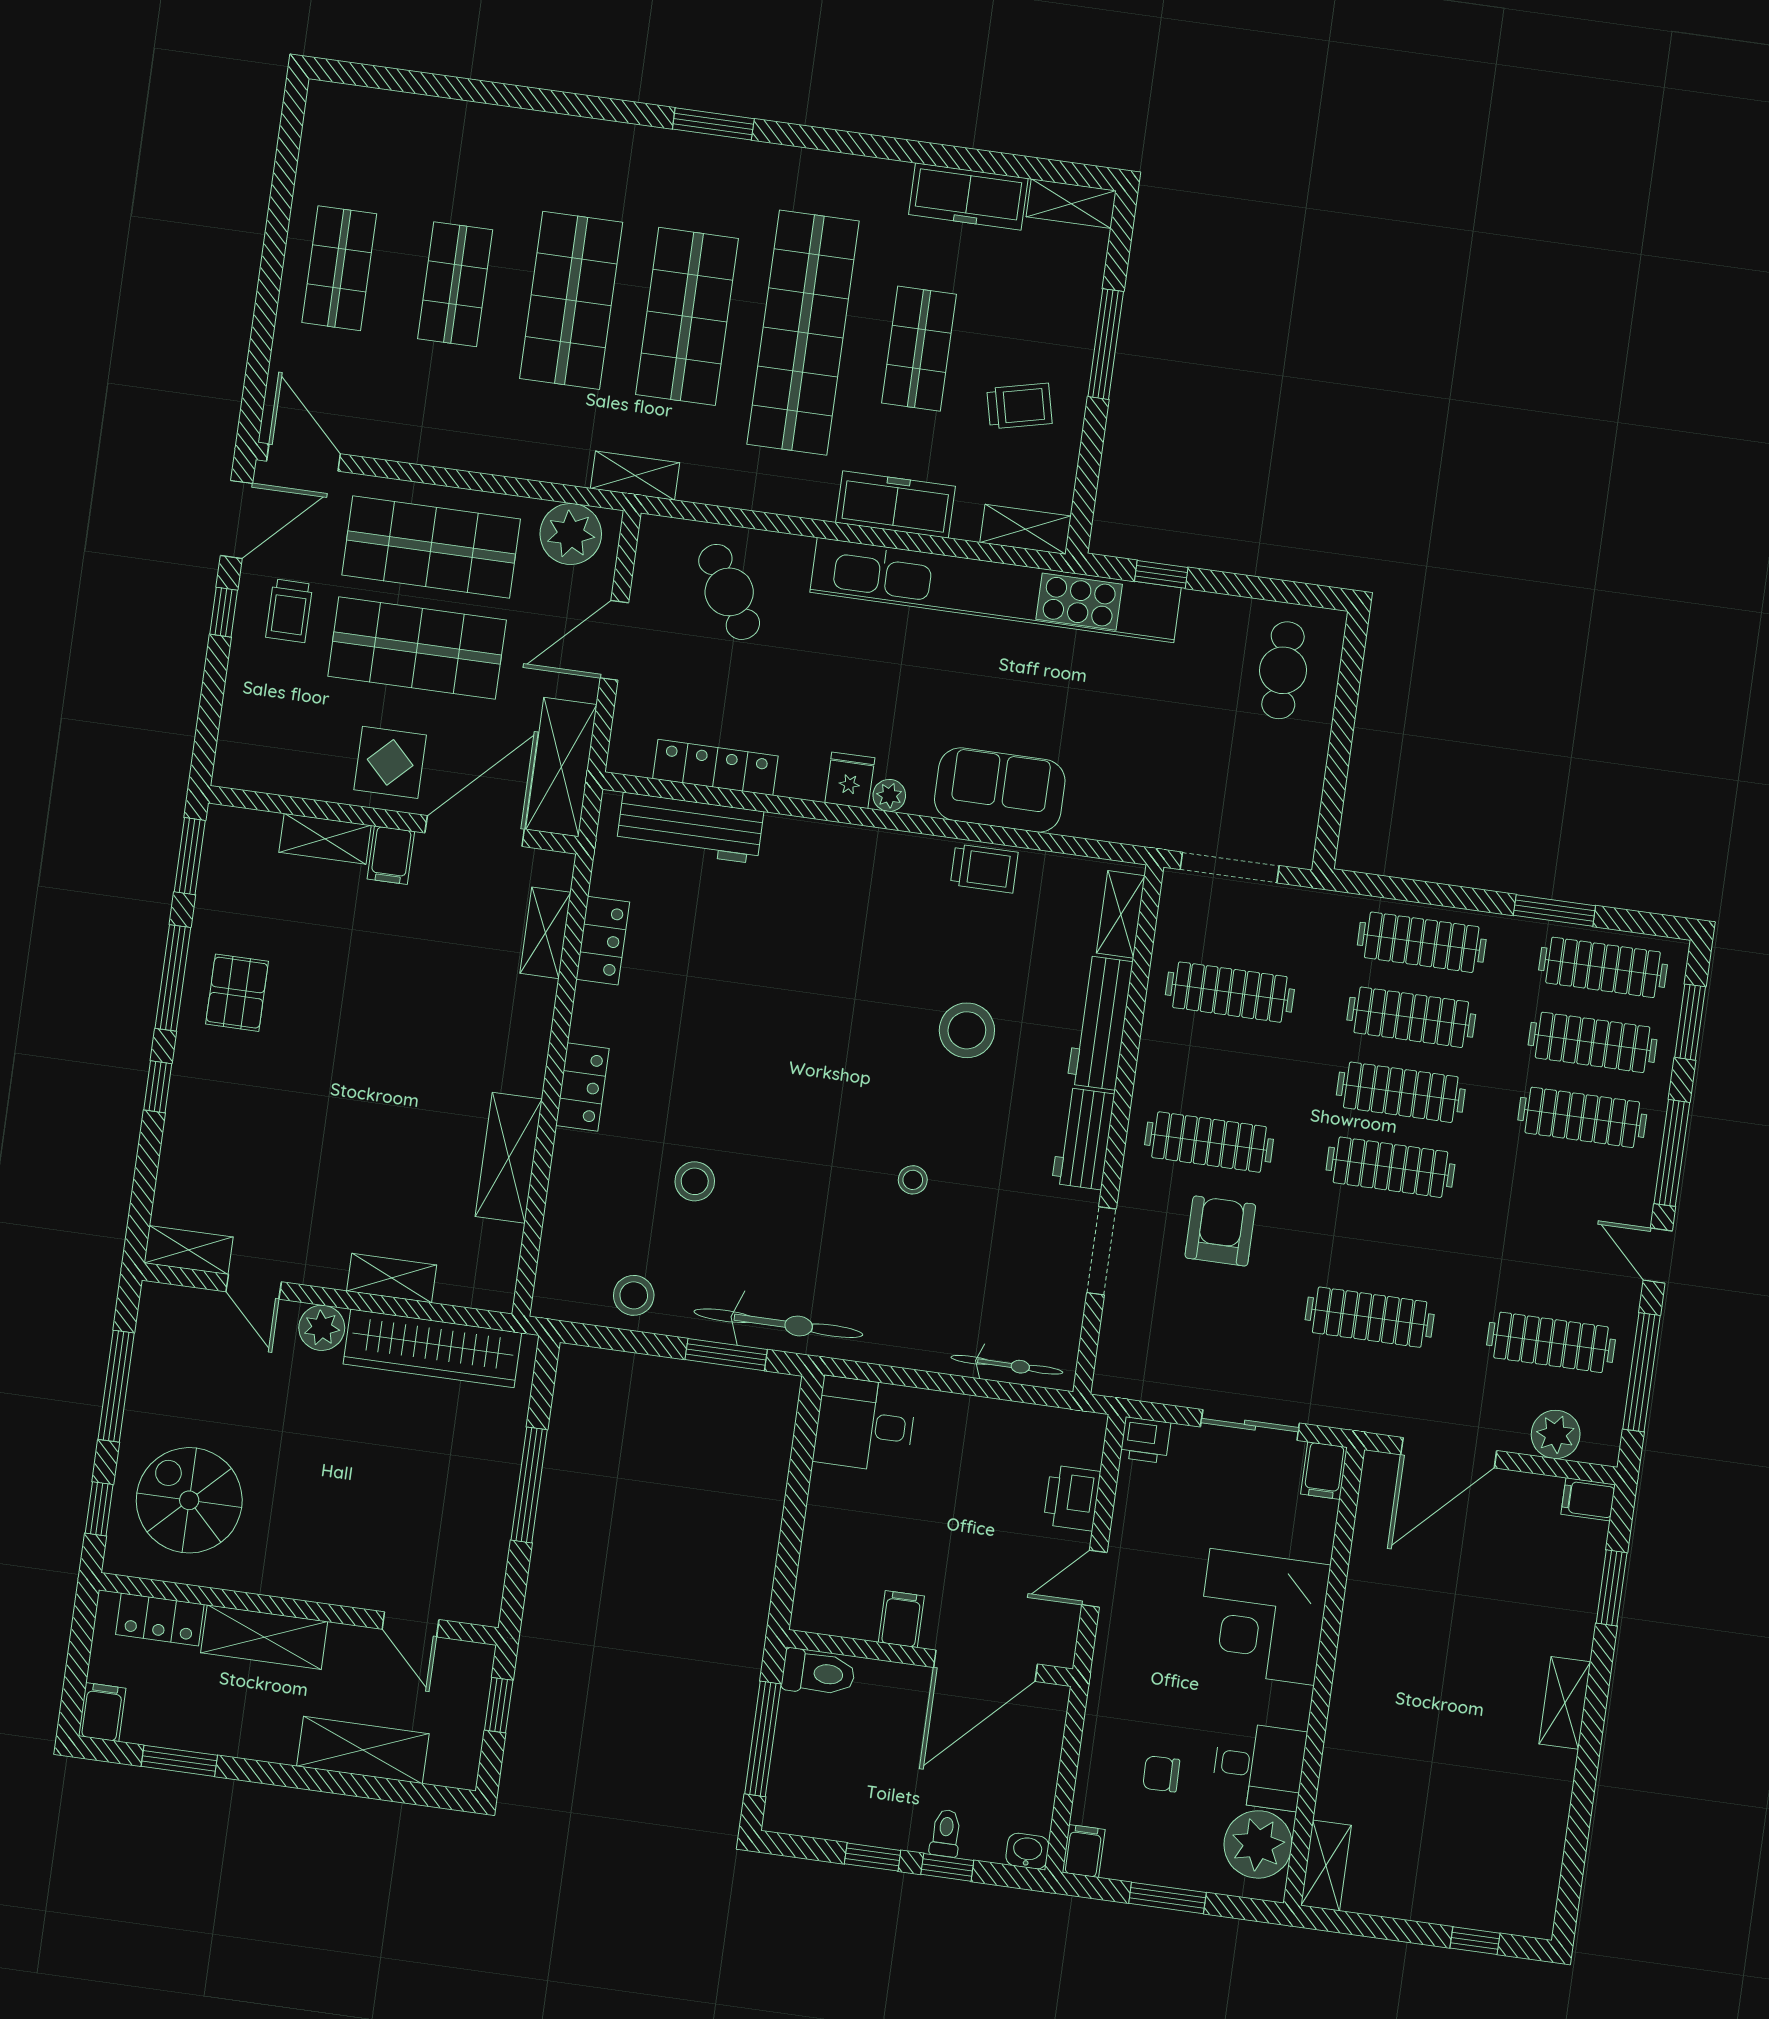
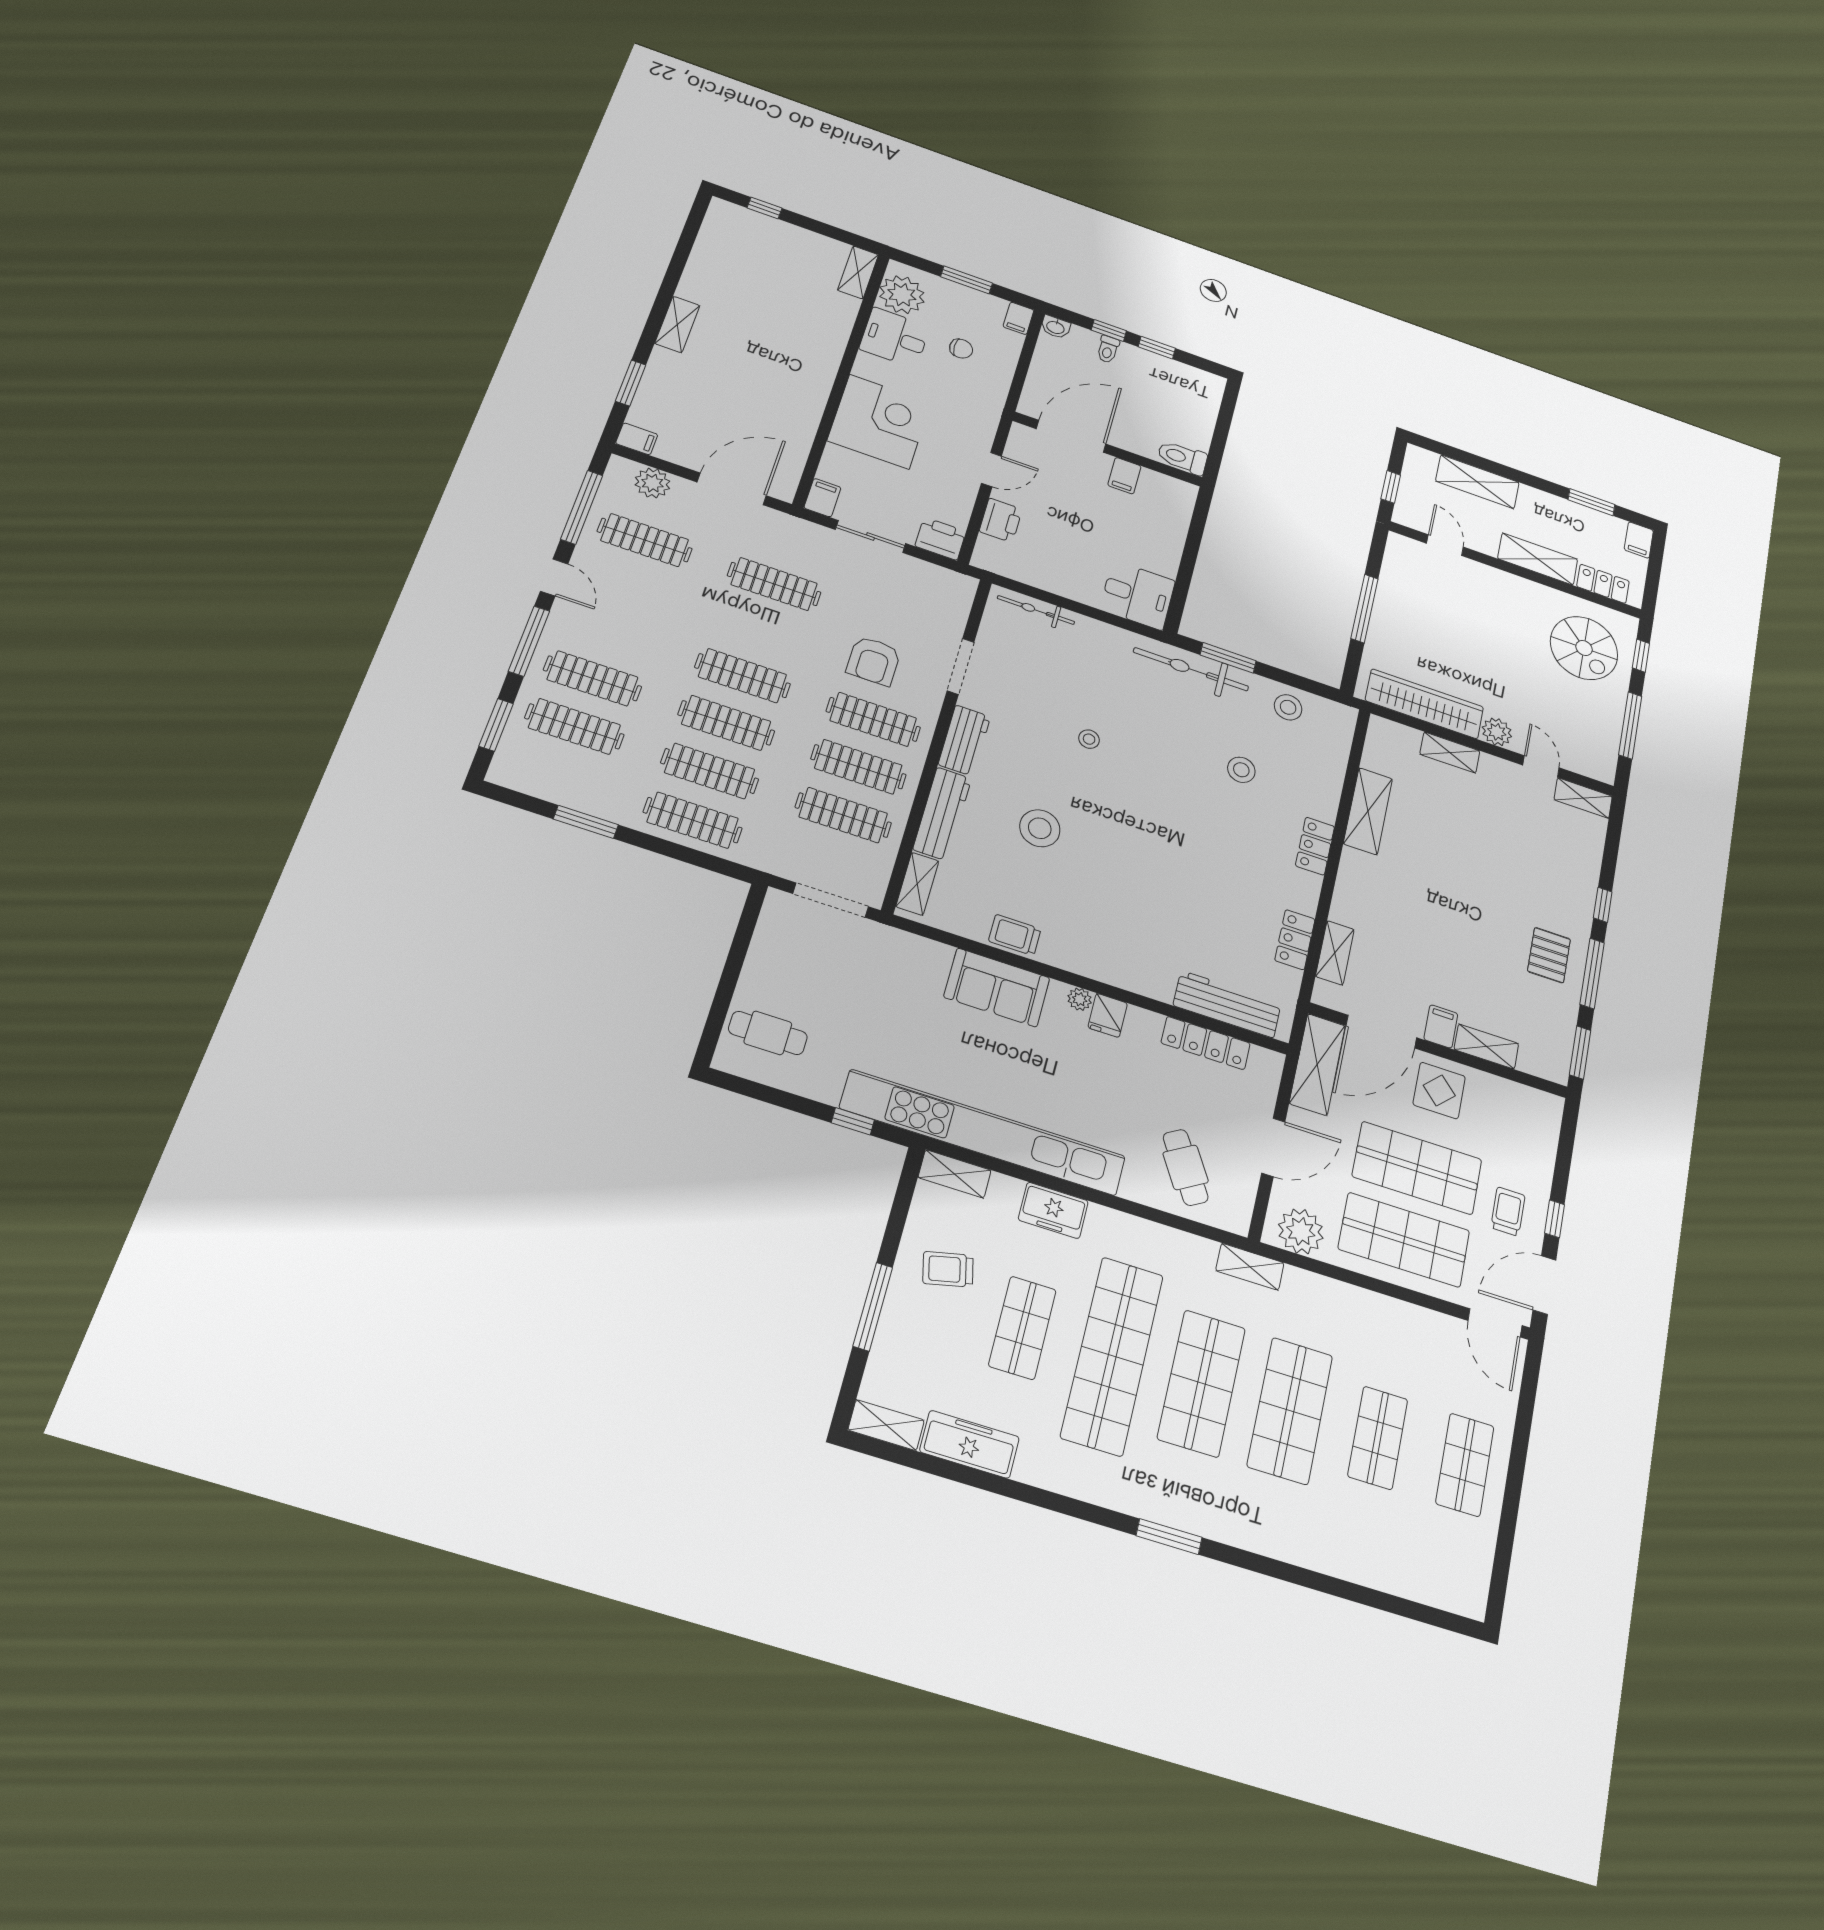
freezer: (895, 504) -> (1053, 1210), width x0.71
cafe table: (1283, 670) -> (768, 1033), turned 90
clothes rail: (1603, 967) -> (858, 767), moved
printer: (1145, 1440) -> (941, 539), width x1.36, depth x1.24
window: (763, 1739) -> (1222, 429), removed

